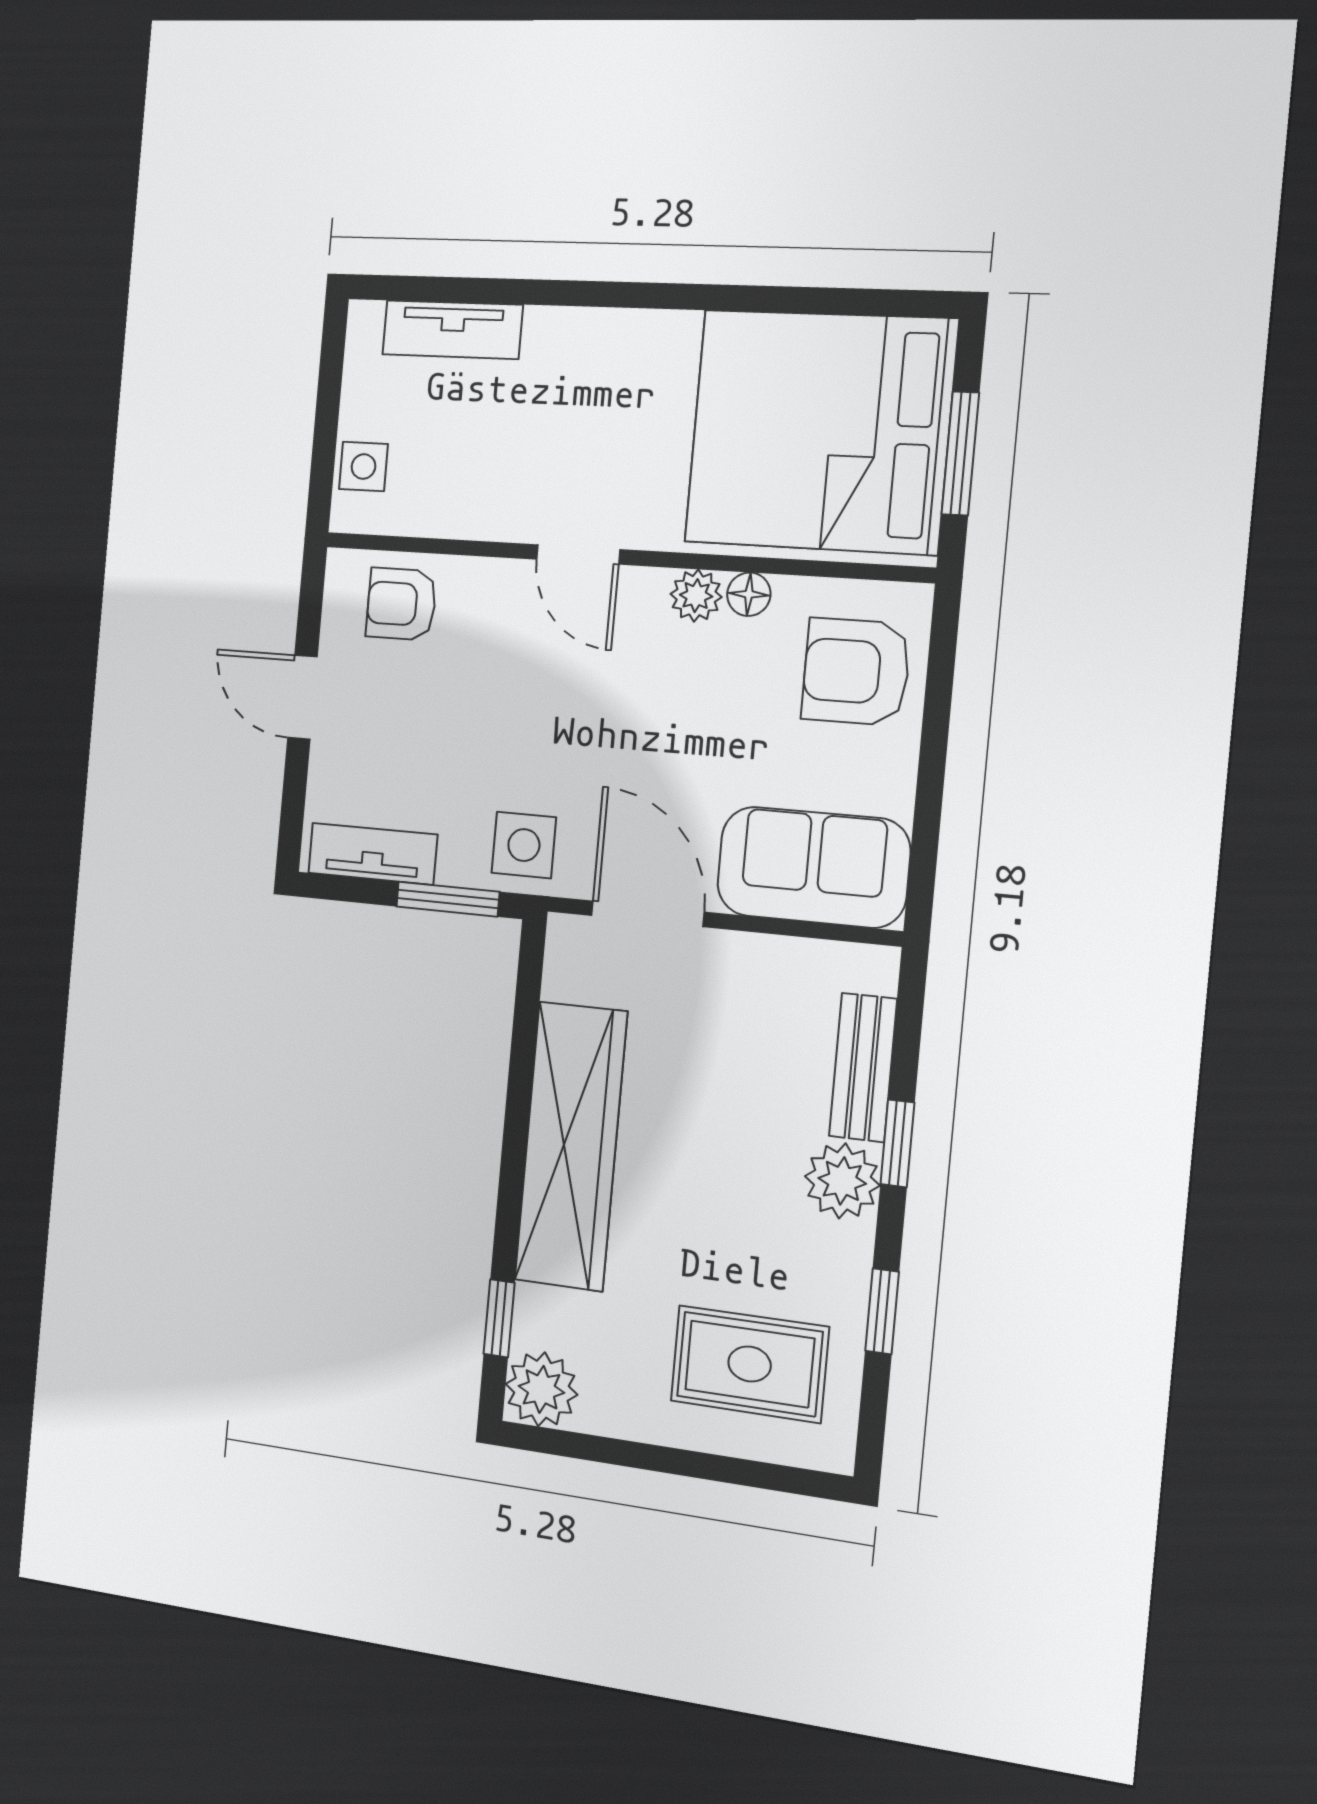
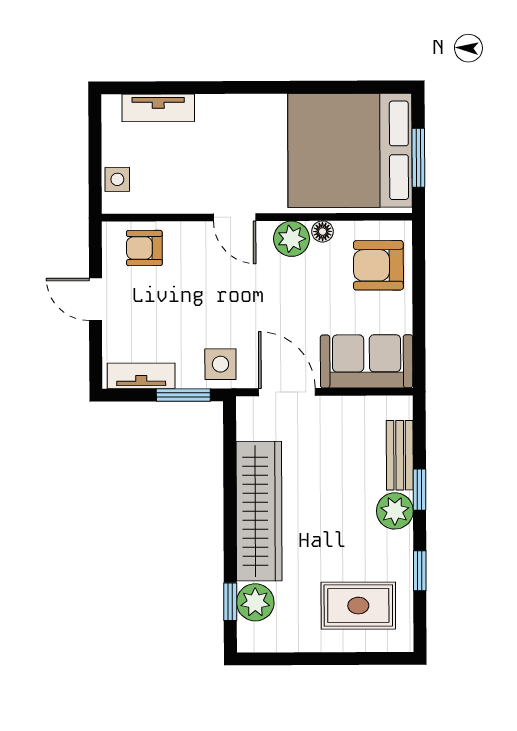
plant: (696, 596) -> (292, 239), width x1.38, depth x1.38
plant: (541, 1389) -> (255, 602), moved

